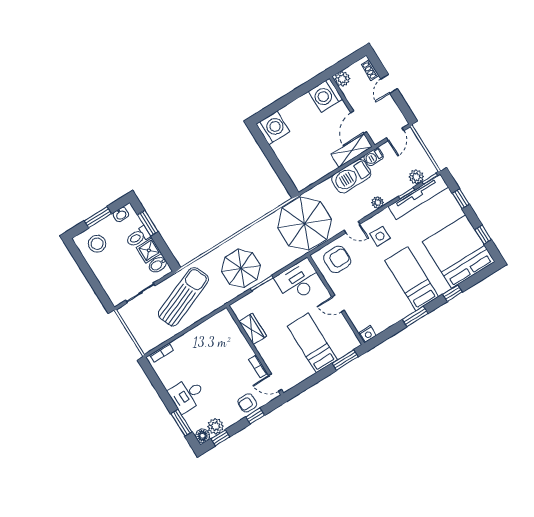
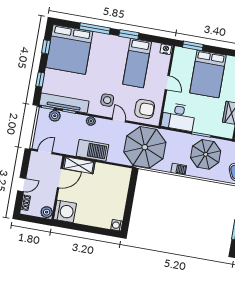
washing machine: (273, 128) -> (117, 225), width x0.53, depth x0.53
barbecue: (374, 157) -> (179, 169), moved
armchair: (337, 259) -> (145, 109), turned 180
bed: (412, 279) -> (137, 63), moved
window: (452, 293) -> (95, 29), width x2.17
bed: (312, 343) -> (208, 74), width x1.50

